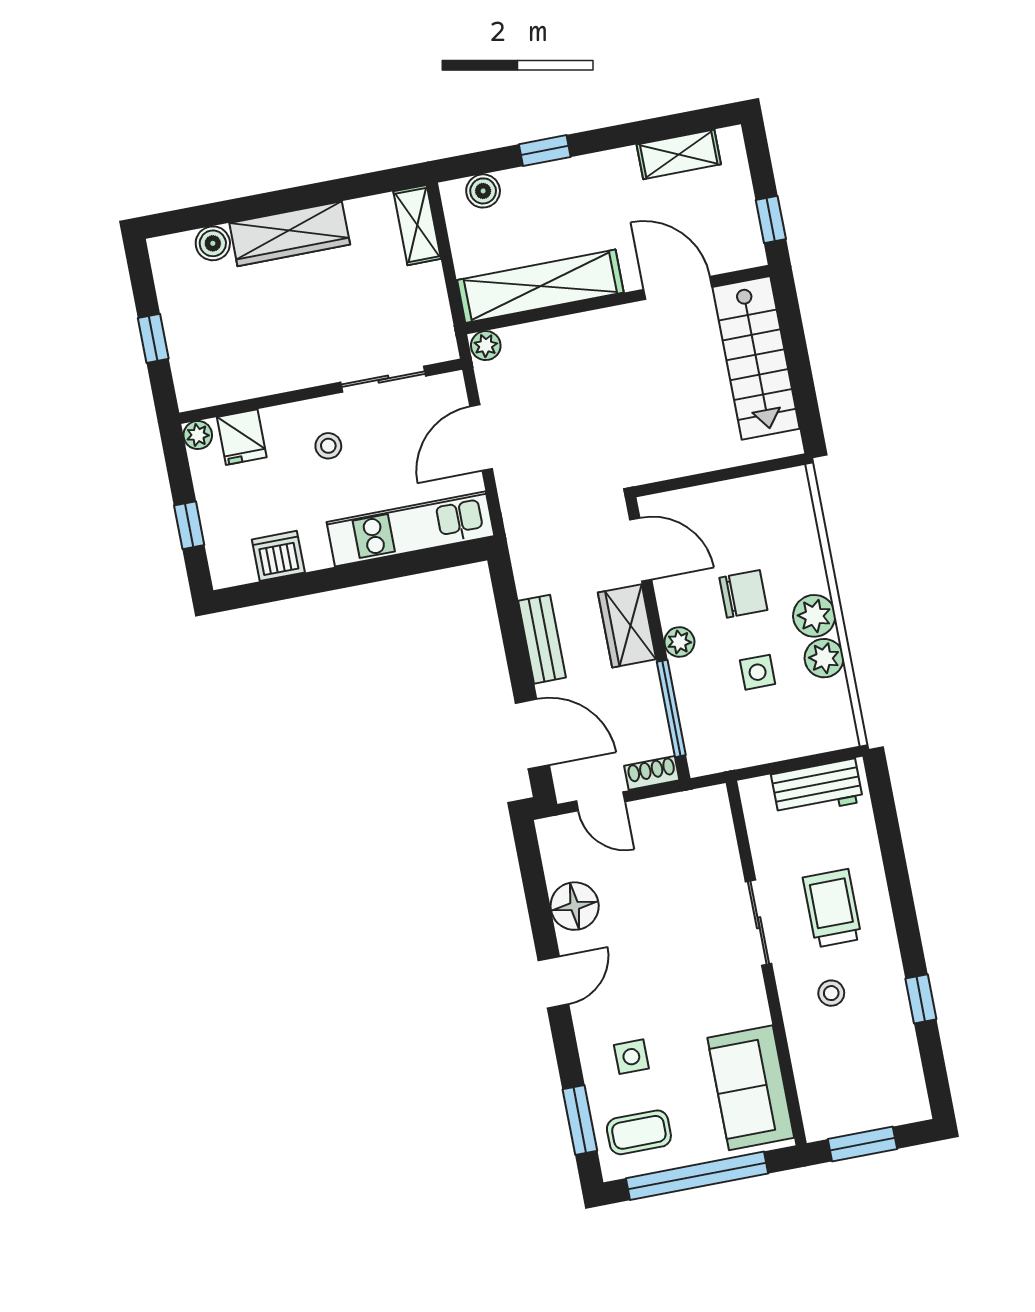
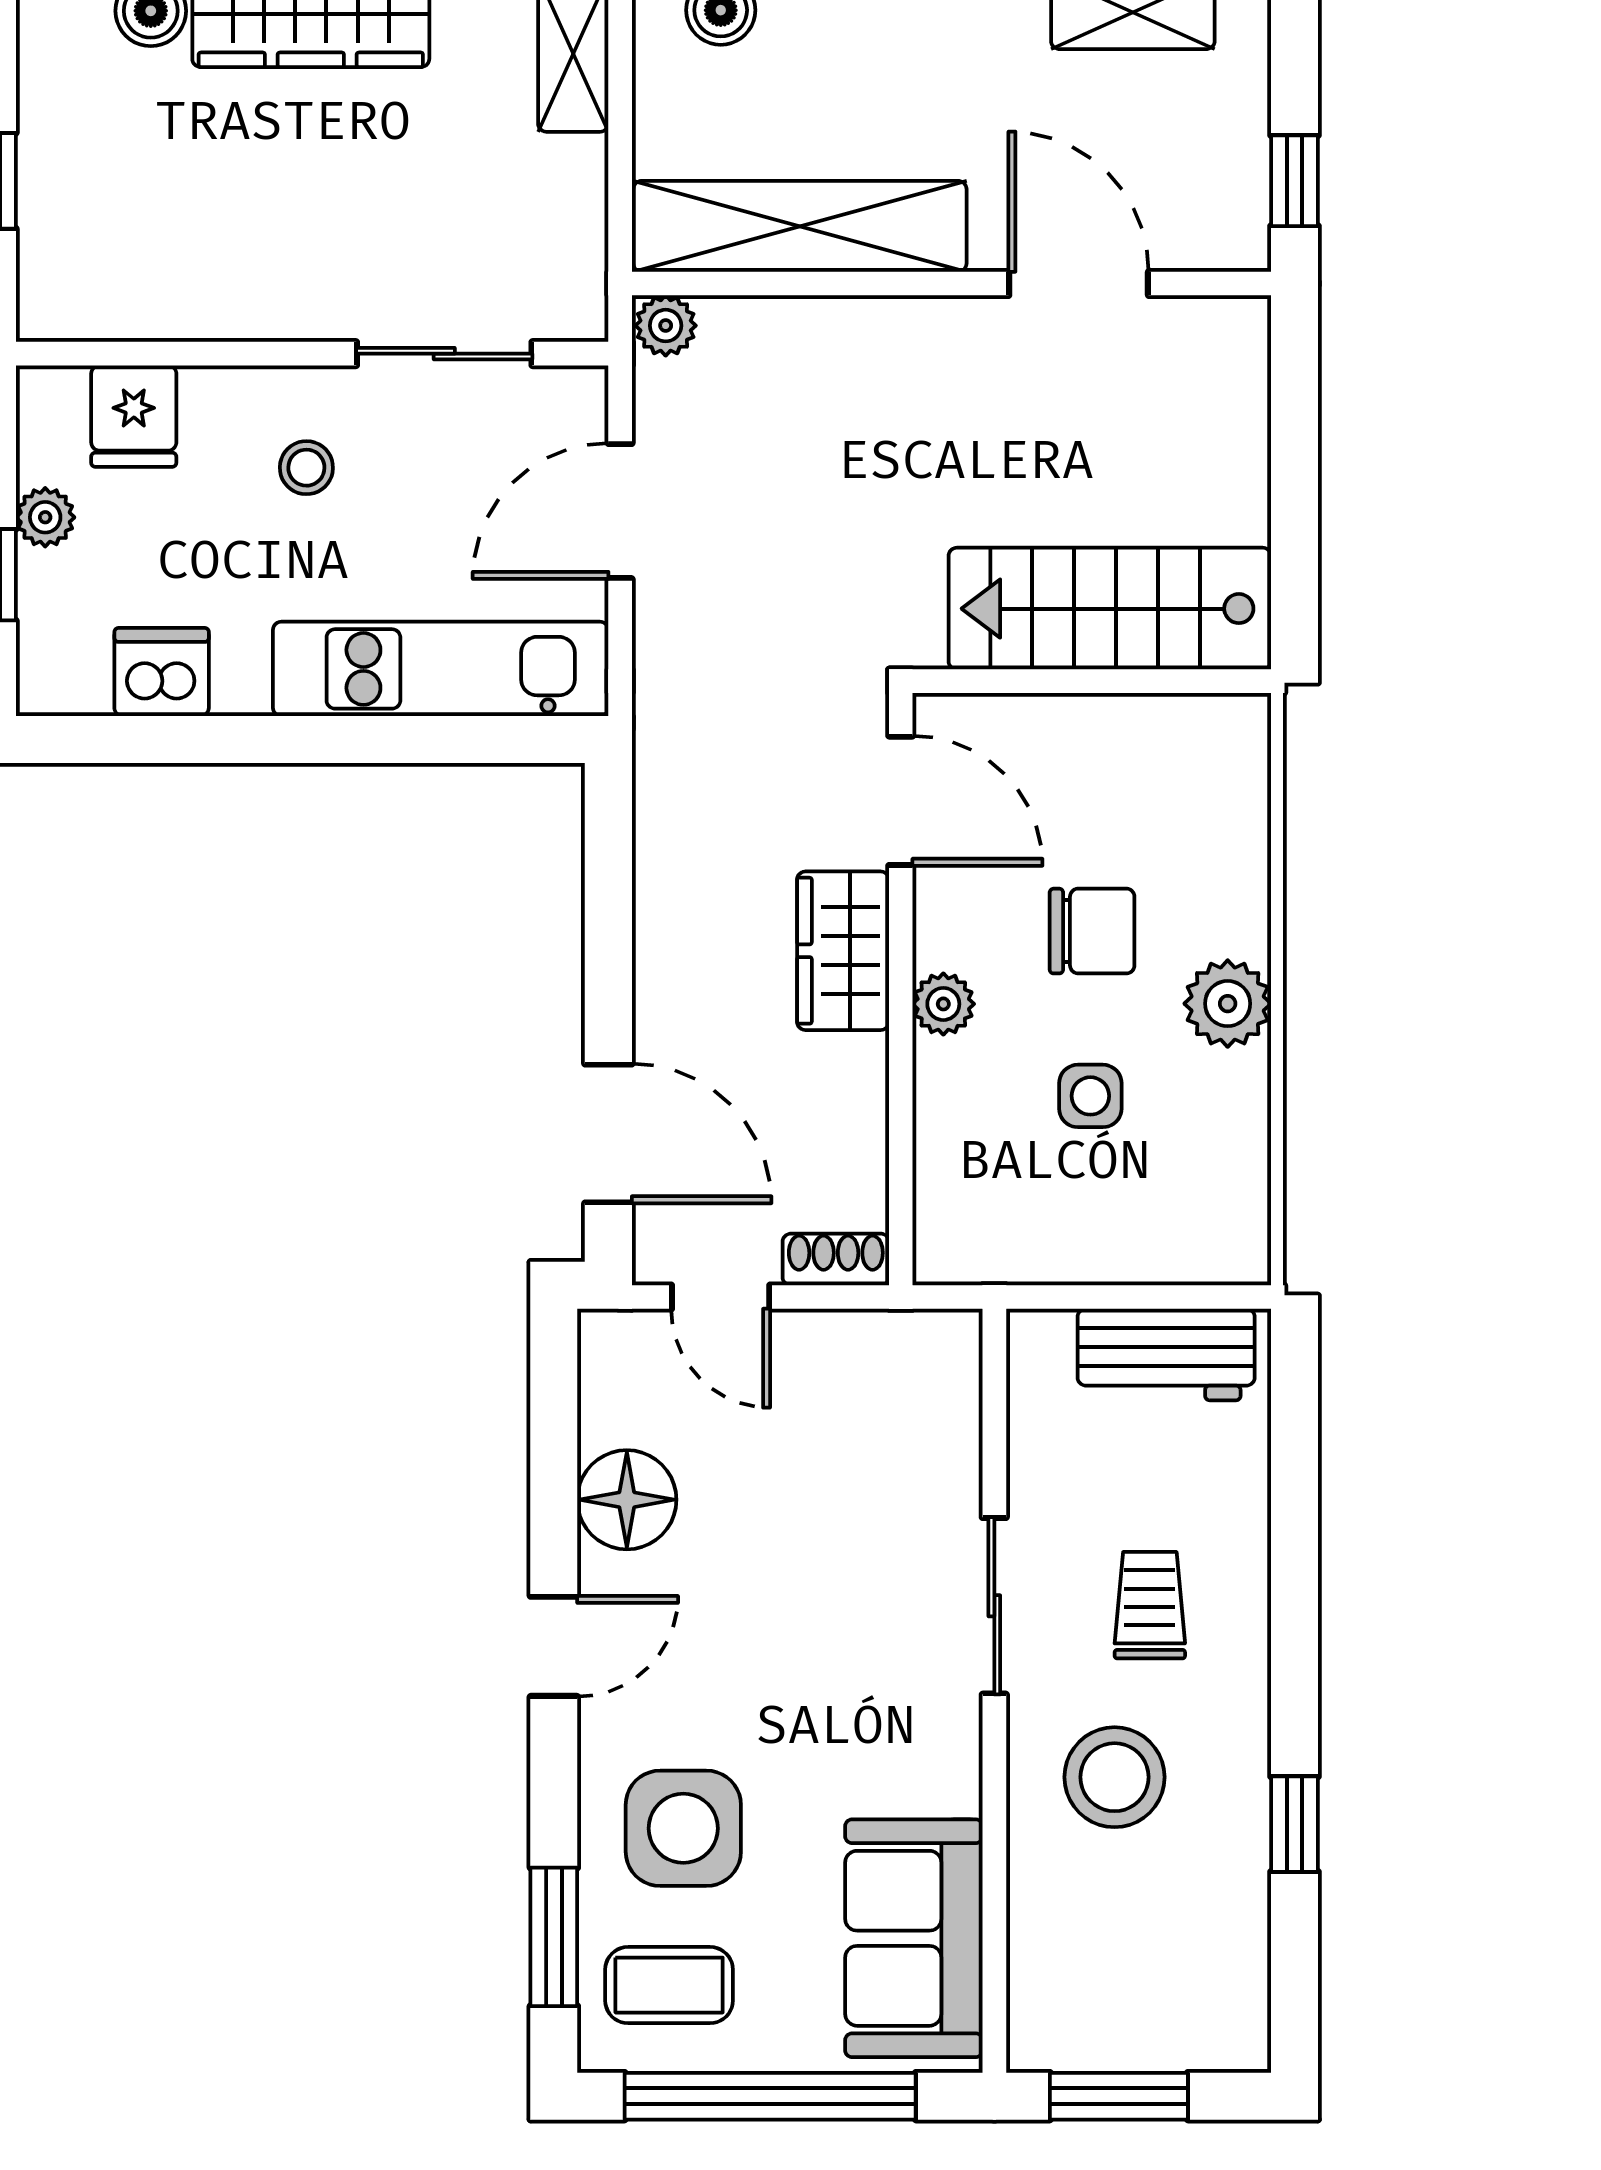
stairs: (756, 358) -> (1110, 609), moved, turned 90
plant: (198, 435) -> (45, 517), moved
bench: (542, 639) -> (665, 944), removed
plant: (824, 658) -> (1231, 1093), removed
window: (671, 708) -> (901, 1136), removed
trolley: (832, 908) -> (1150, 1605), width x0.73, depth x0.72
stool: (831, 993) -> (1115, 1777), width x1.89, depth x1.89
side table: (631, 1057) -> (683, 1828), width x1.87, depth x1.87

